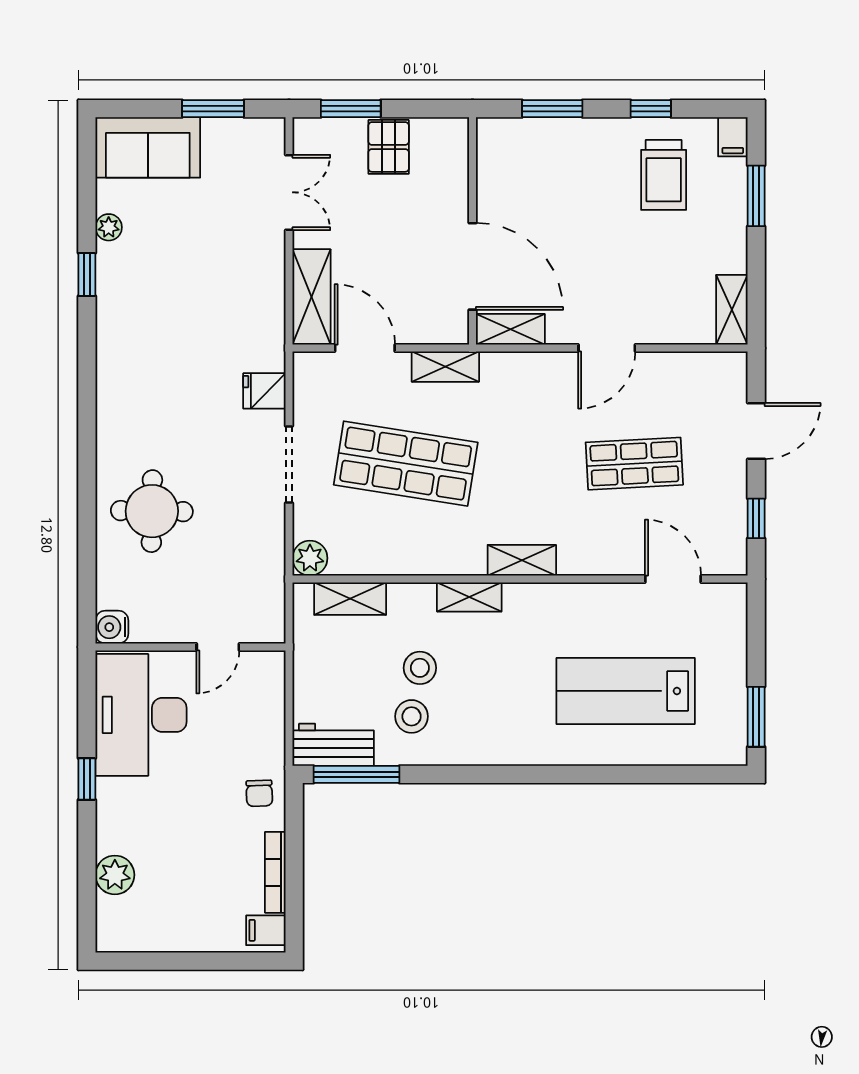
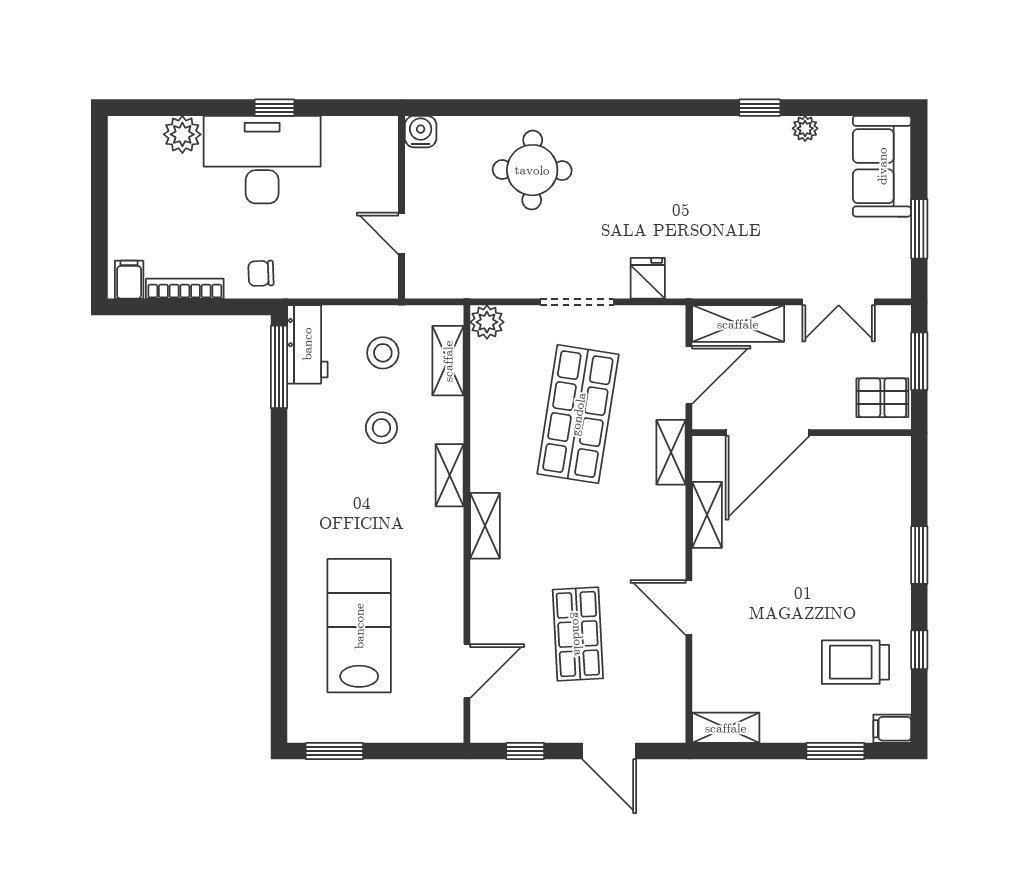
wall: (472, 231) -> (802, 433), moved
door: (472, 266) -> (768, 433), moved
desk: (141, 715) -> (262, 160), moved
stool: (412, 716) -> (383, 353), moved

